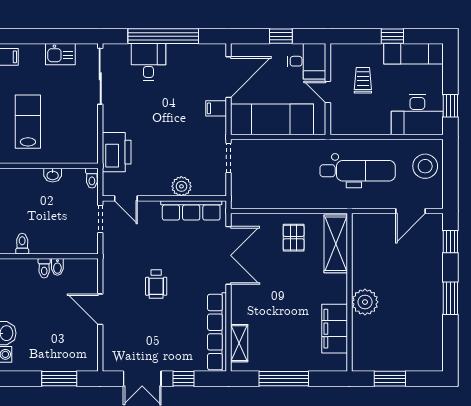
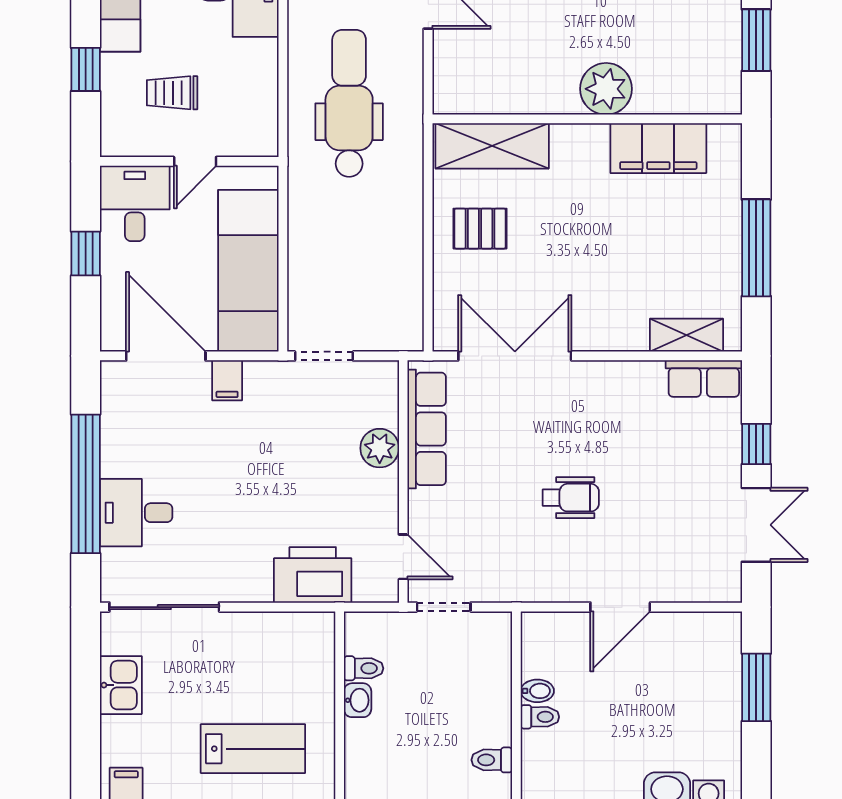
window: (392, 36) -> (86, 69), moved
lab bench: (28, 122) -> (253, 749), turned 180
toilet: (92, 178) -> (364, 668), moved
door: (126, 198) -> (403, 557), hinge flipped
row of seats: (217, 332) -> (704, 378), width x0.50

